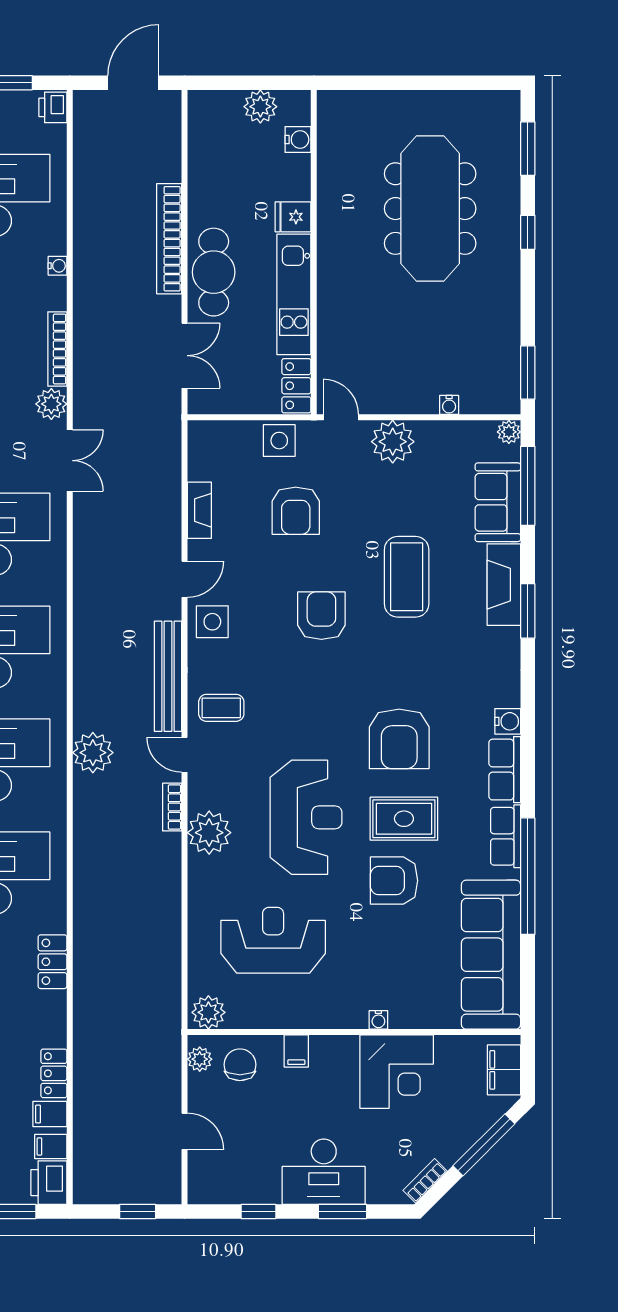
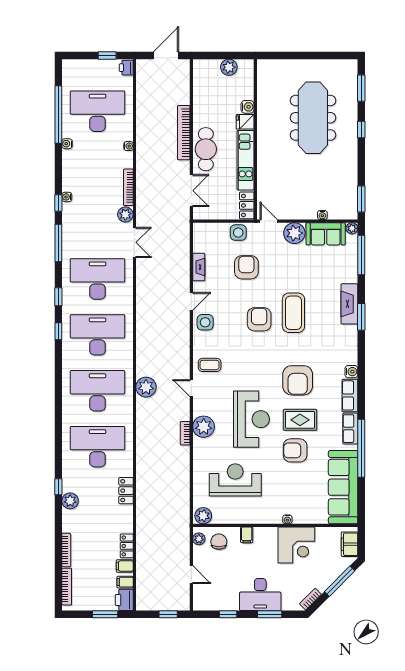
water cooler: (298, 140) -> (248, 107), moved
sofa: (498, 502) -> (326, 234), moved, turned -90
armchair: (296, 511) -> (246, 267), turned 180
coffee table: (407, 577) -> (293, 313), moved
bench: (168, 676) -> (183, 349), removed
bookcase: (172, 807) -> (185, 433), moved

